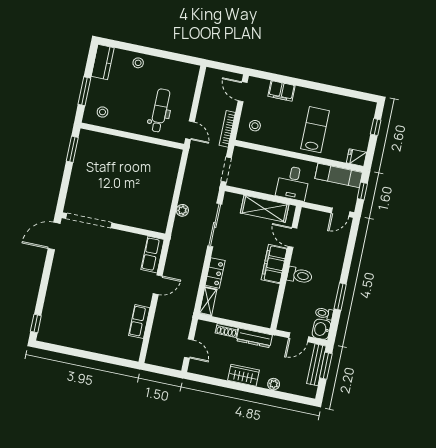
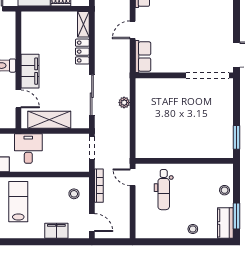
window: (84, 91) -> (236, 216), moved
stool: (102, 112) -> (225, 190), moved
lab bench: (315, 130) -> (18, 202), turned 180

